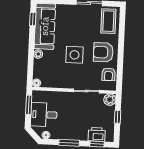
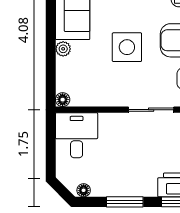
window: (29, 105) -> (51, 138), removed
desk: (44, 115) -> (77, 135), moved, turned 90

